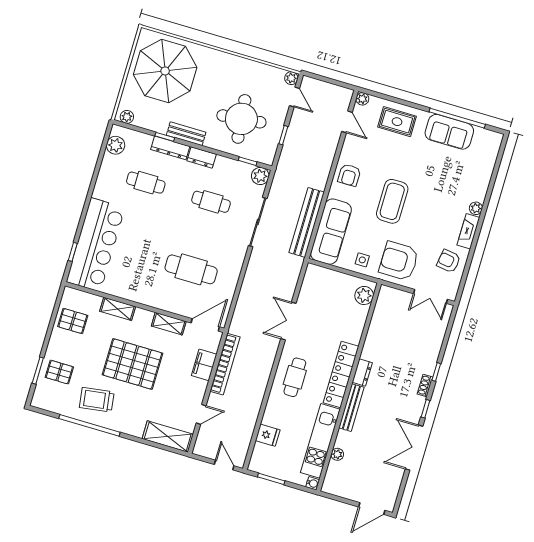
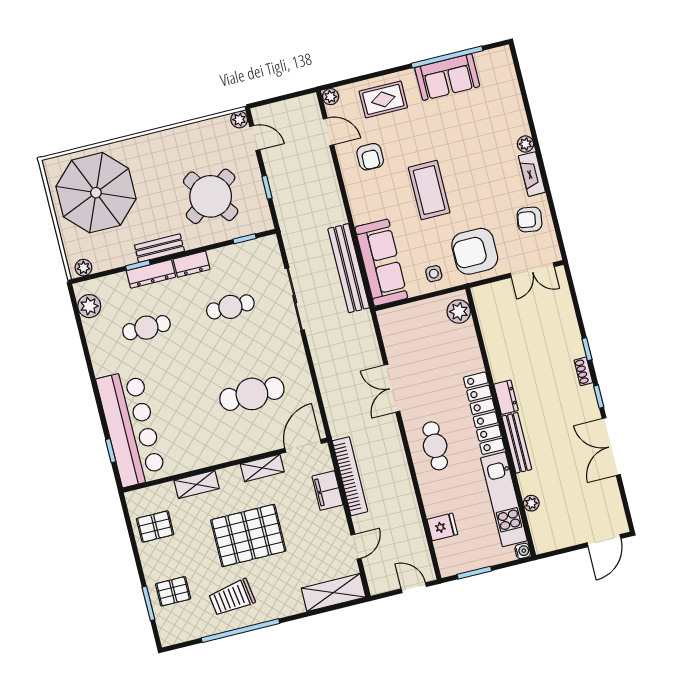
round table: (241, 119) -> (211, 196), turned -30
armchair: (349, 175) -> (370, 157), moved
plant: (260, 176) -> (268, 247), removed

